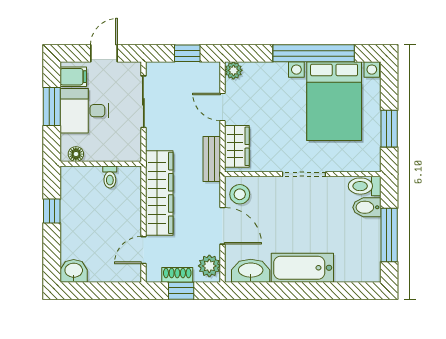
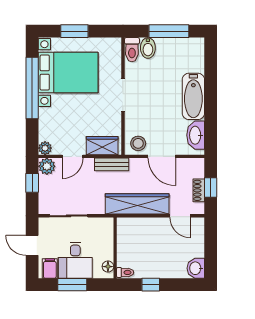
window: (389, 129) -> (74, 31), moved
toilet: (110, 177) -> (125, 272), moved
door: (223, 226) -> (162, 156), swing flipped
plant: (209, 266) -> (47, 166), moved

